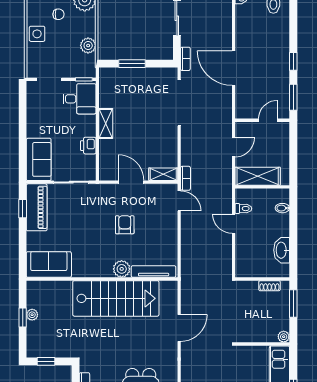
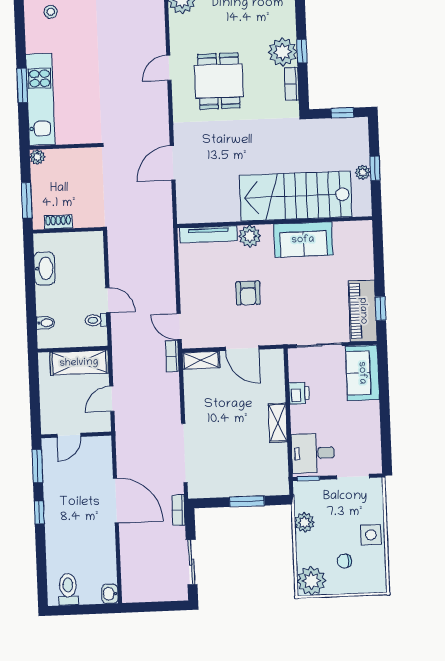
sofa: (49, 265) -> (303, 240), moved
stairs: (116, 298) -> (296, 196), moved

